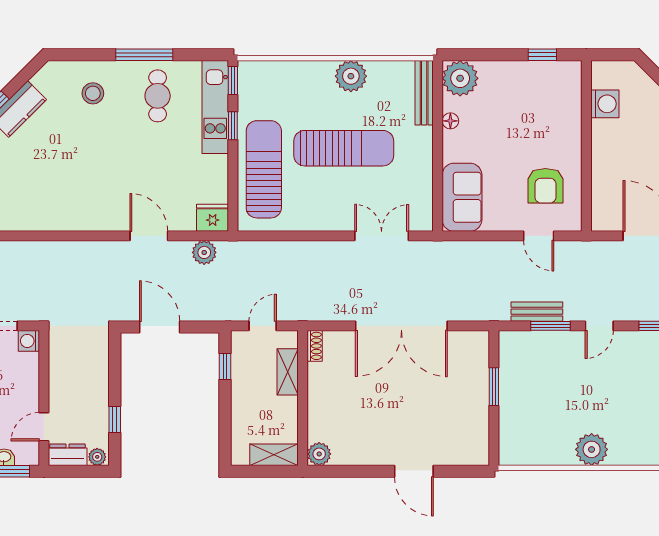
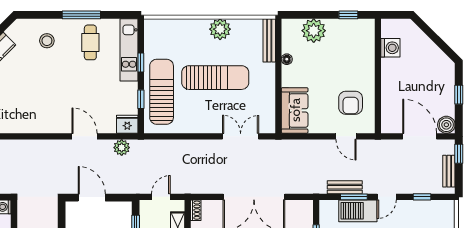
plant: (460, 78) -> (314, 31), moved
window: (233, 80) -> (141, 99), moved
barbecue: (556, 347) -> (358, 211), added

